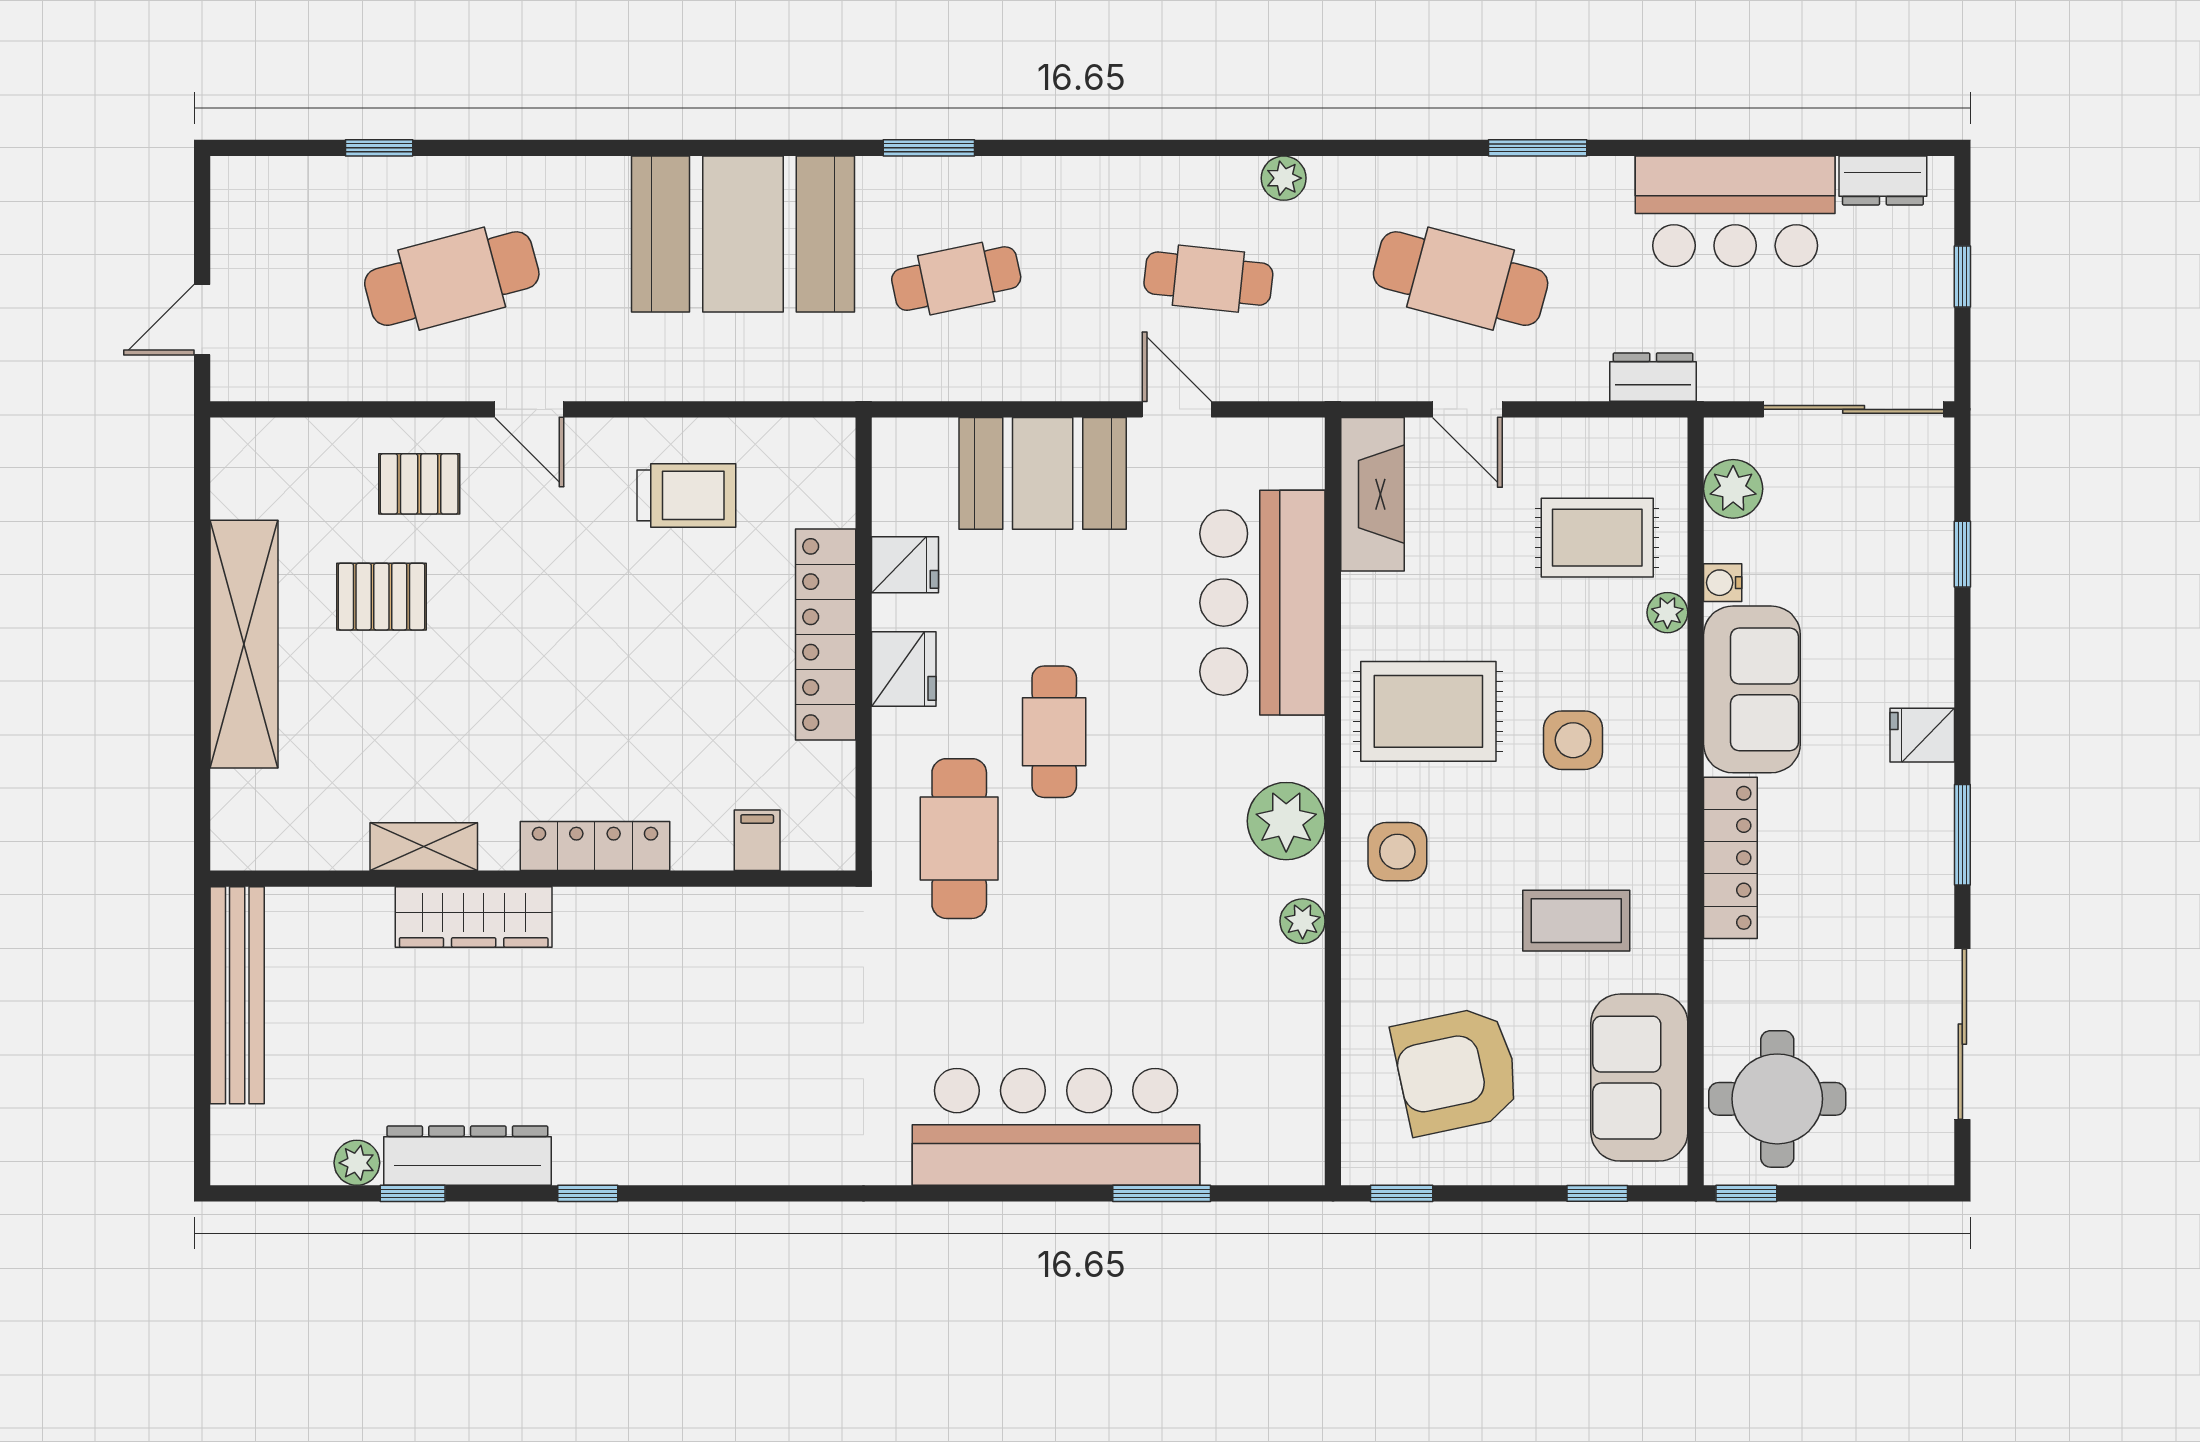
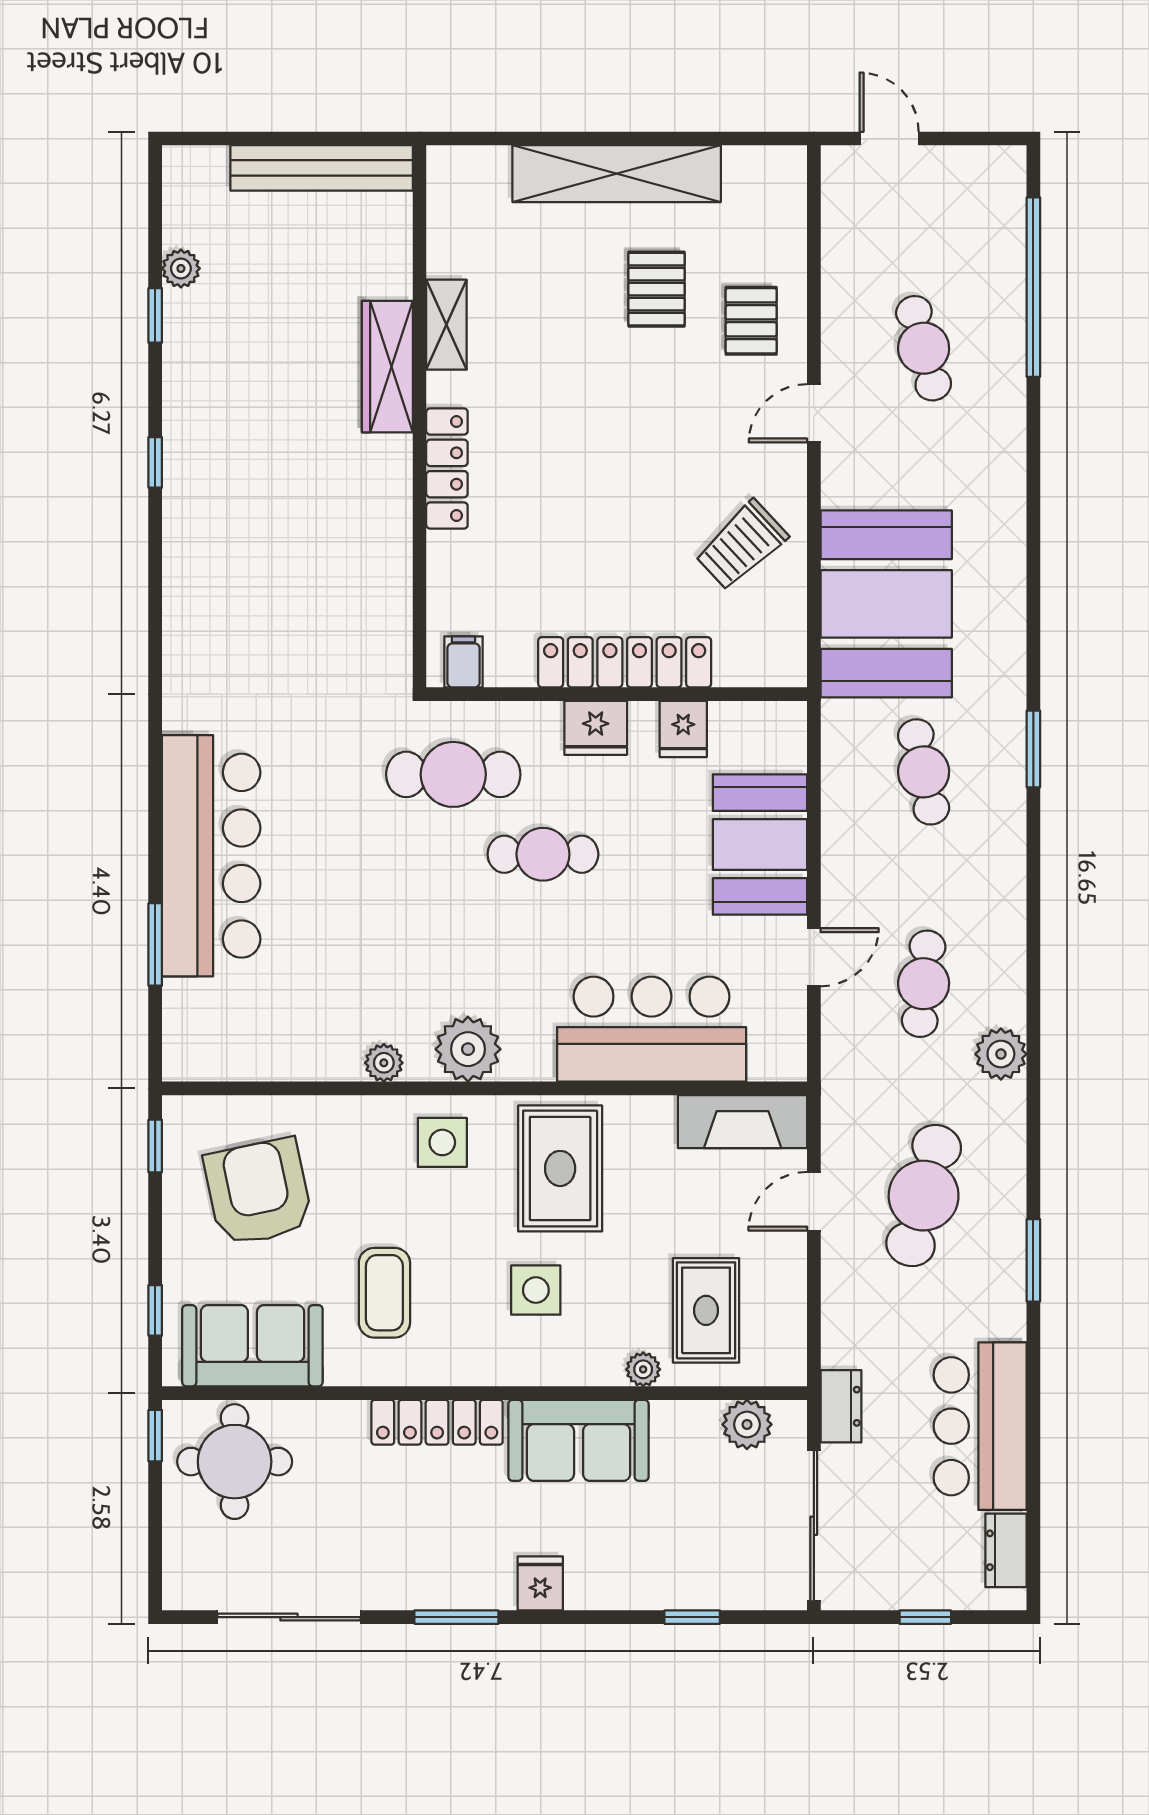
window: (379, 148) -> (1033, 287), width x3.17
plant: (1284, 178) -> (1001, 1054), width x1.38, depth x1.38
booth: (743, 234) -> (886, 604), moved
cafe table: (452, 279) -> (924, 348), width x0.73, depth x0.74
dresser: (1653, 377) -> (841, 1406), moved
trolley: (686, 495) -> (741, 545), turned 47
water cooler: (1723, 583) -> (668, 1416), removed
filing cabinet: (757, 840) -> (463, 662), moved, turned -90
dresser: (467, 1156) -> (187, 361), removed

